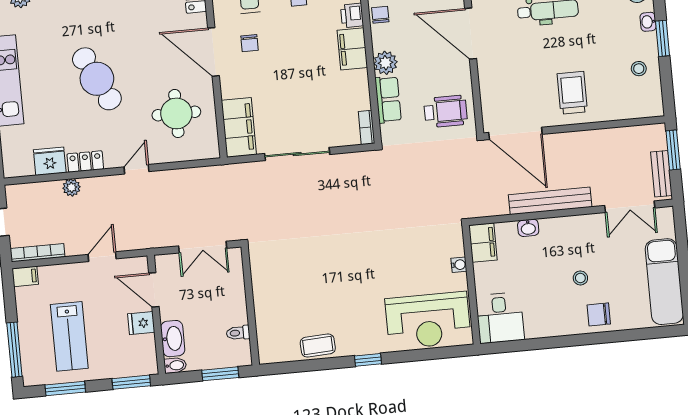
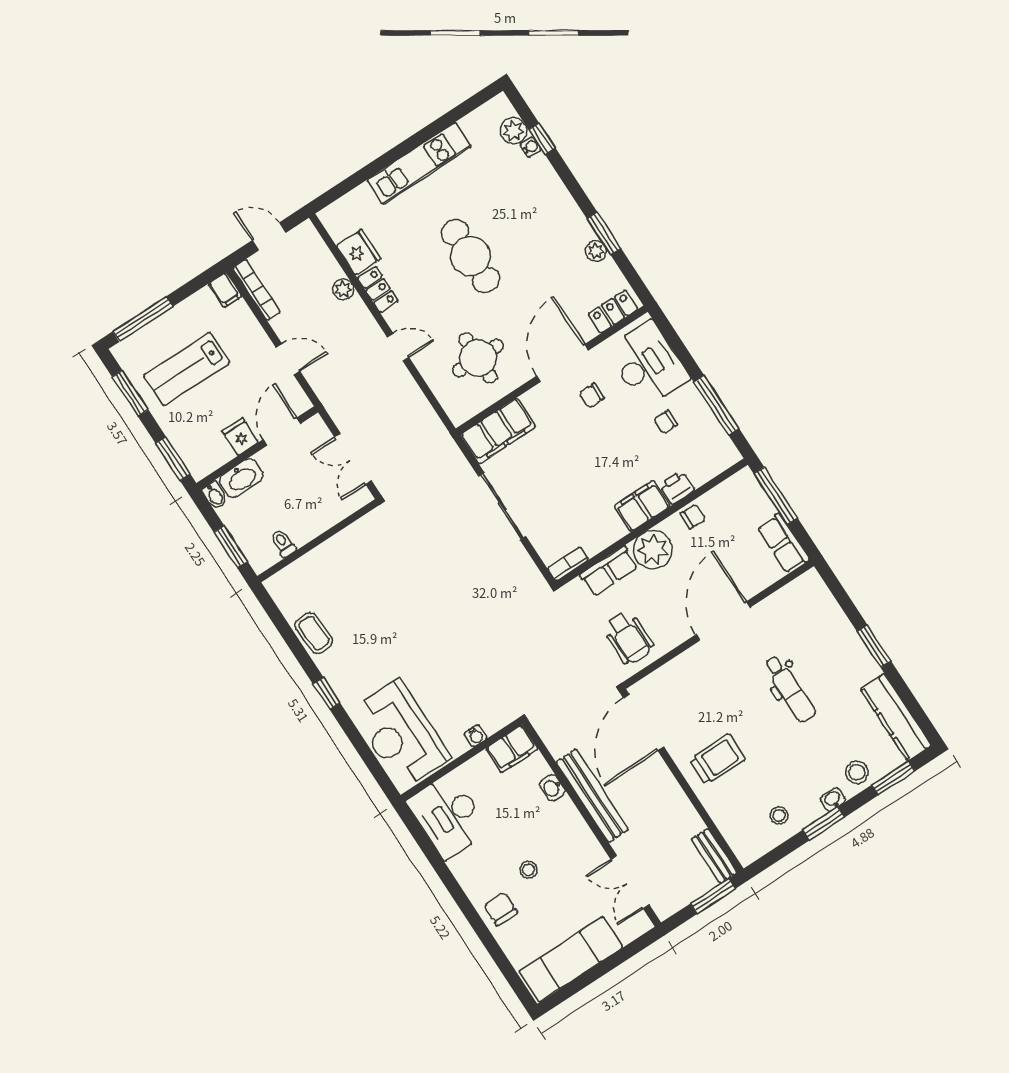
plant: (385, 63) -> (653, 550), width x1.36, depth x1.36
cafe table: (97, 79) -> (470, 256), turned -63
bench: (661, 174) -> (714, 856), moved, turned 90
desk: (500, 318) -> (448, 816), width x1.37

